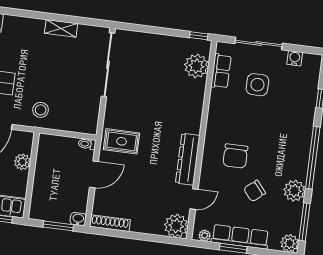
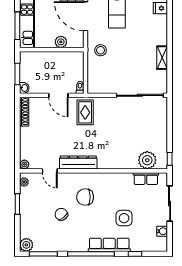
side table: (257, 85) -> (124, 218), moved
plant: (294, 191) -> (65, 244), removed
plant: (176, 226) -> (24, 164), width x0.53, depth x0.53
row of seats: (240, 237) -> (109, 245), moved, turned -90

